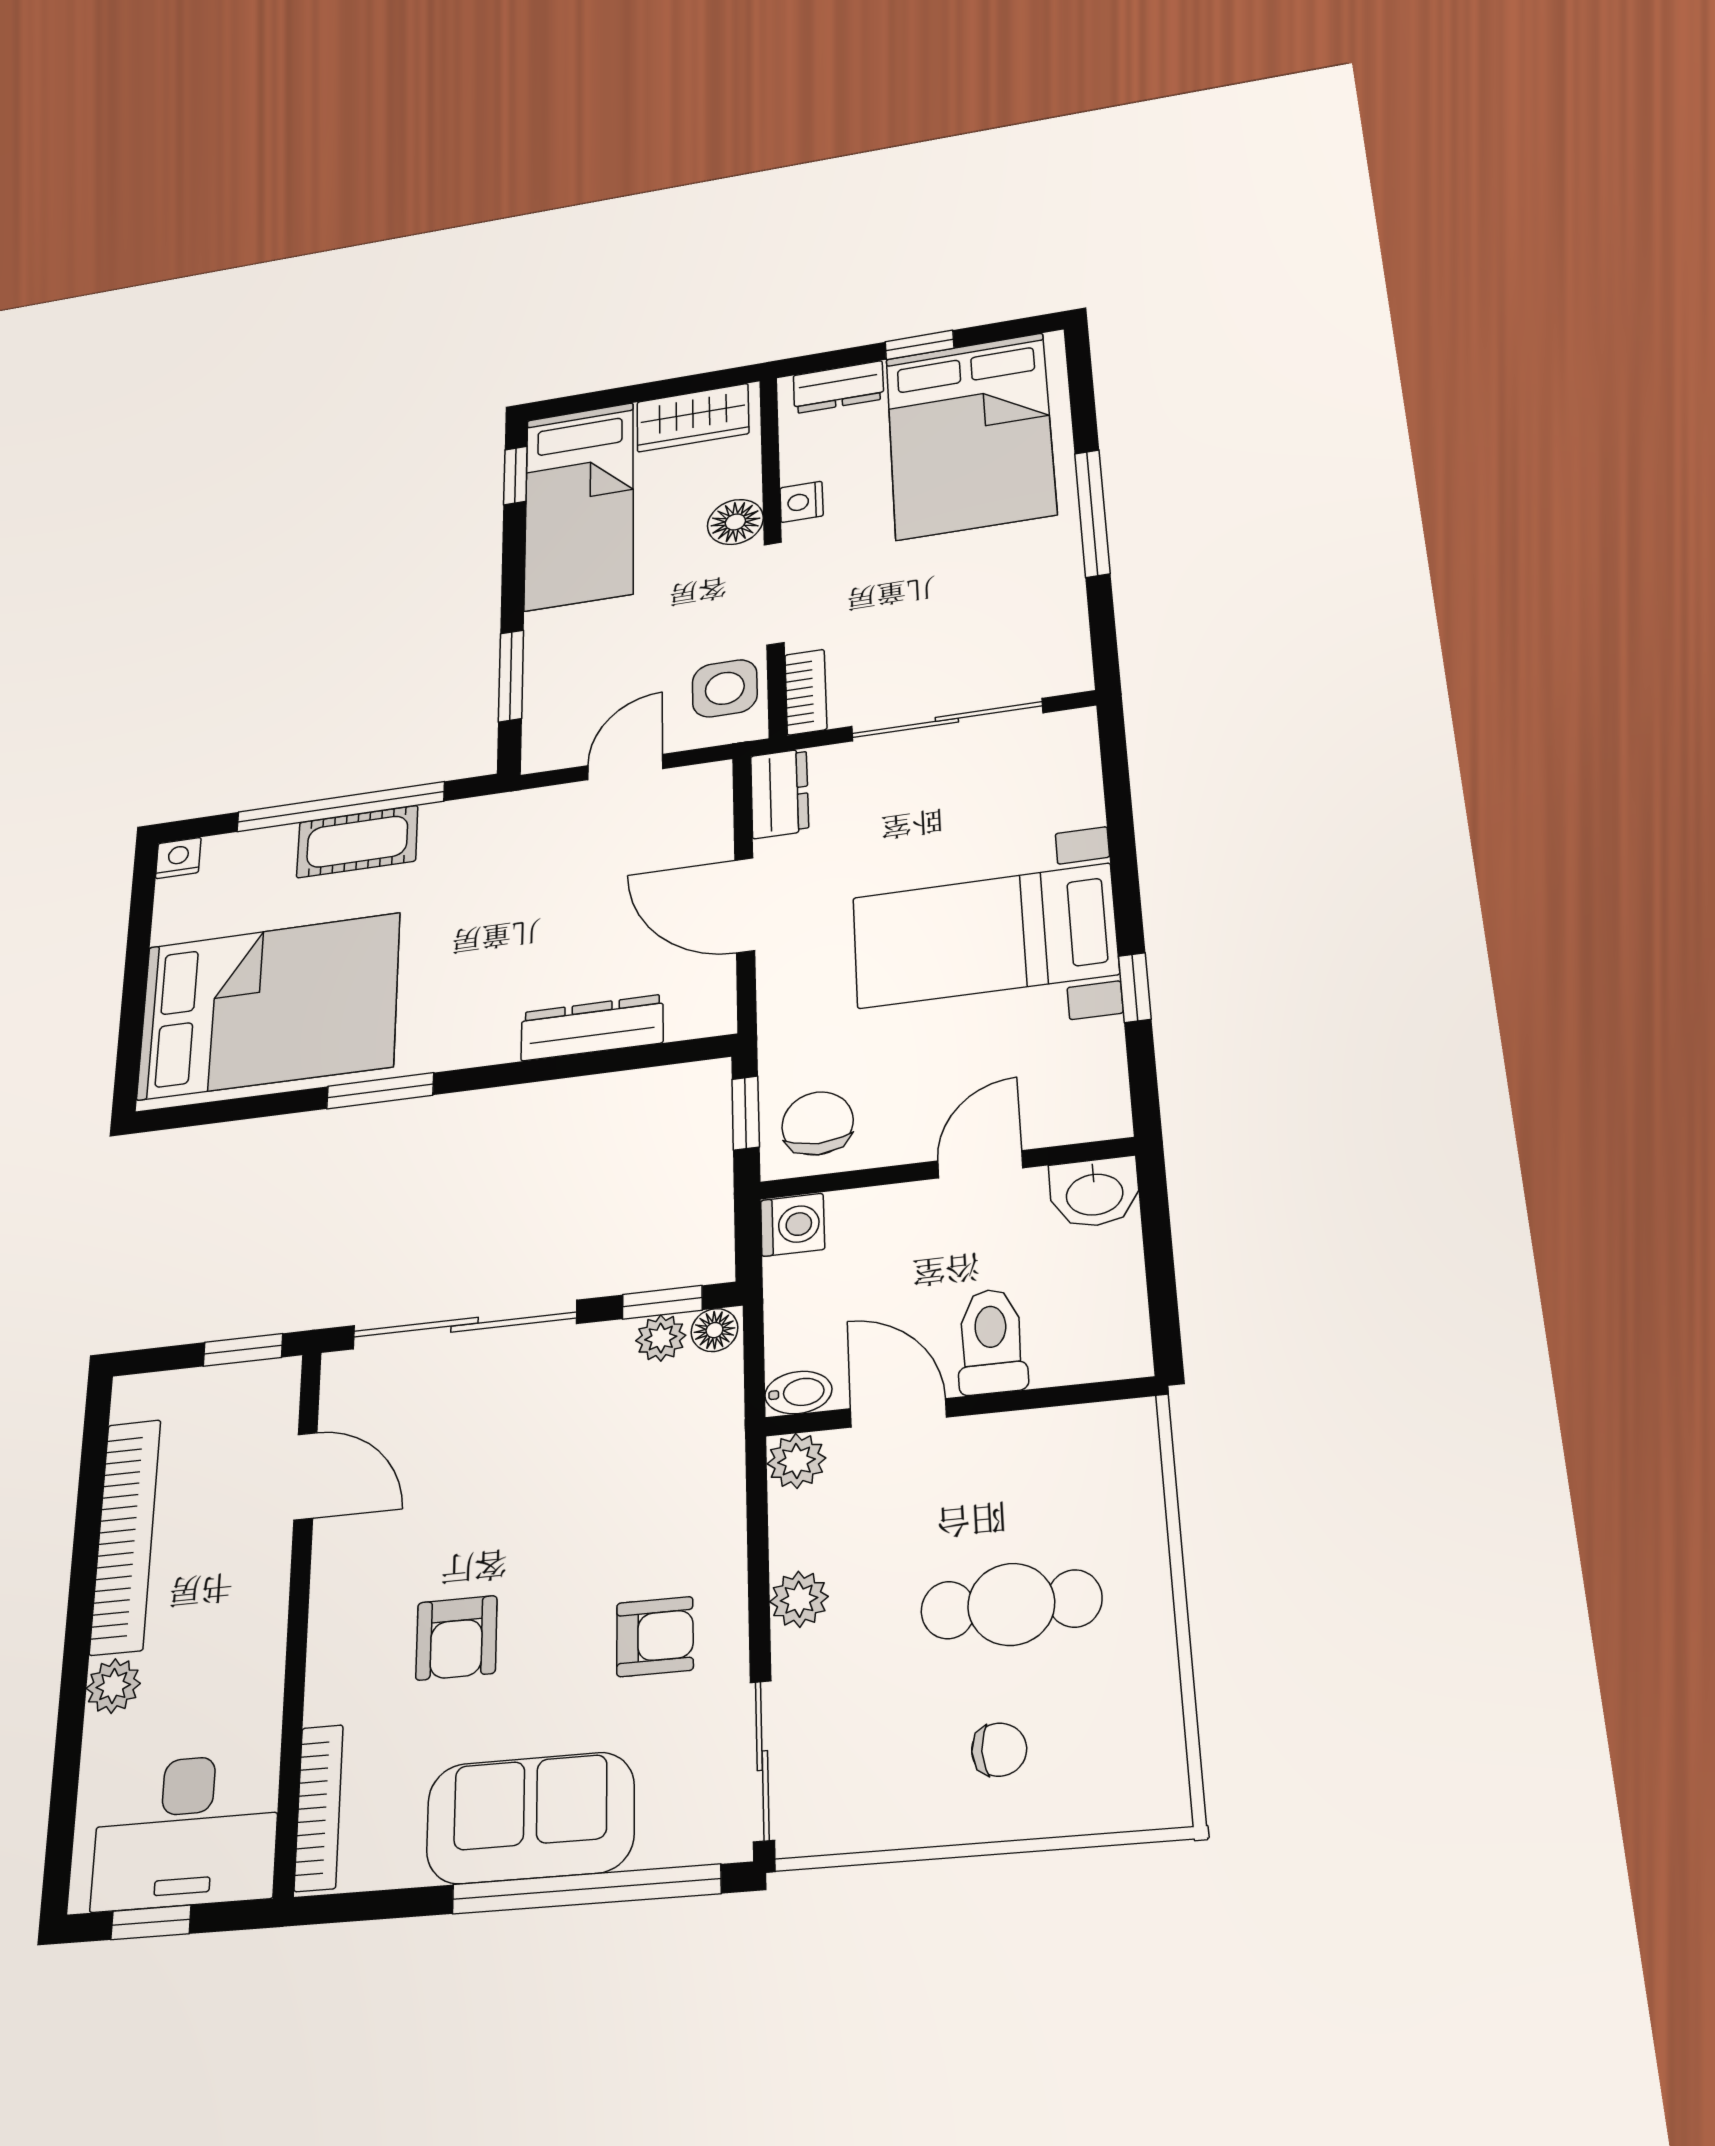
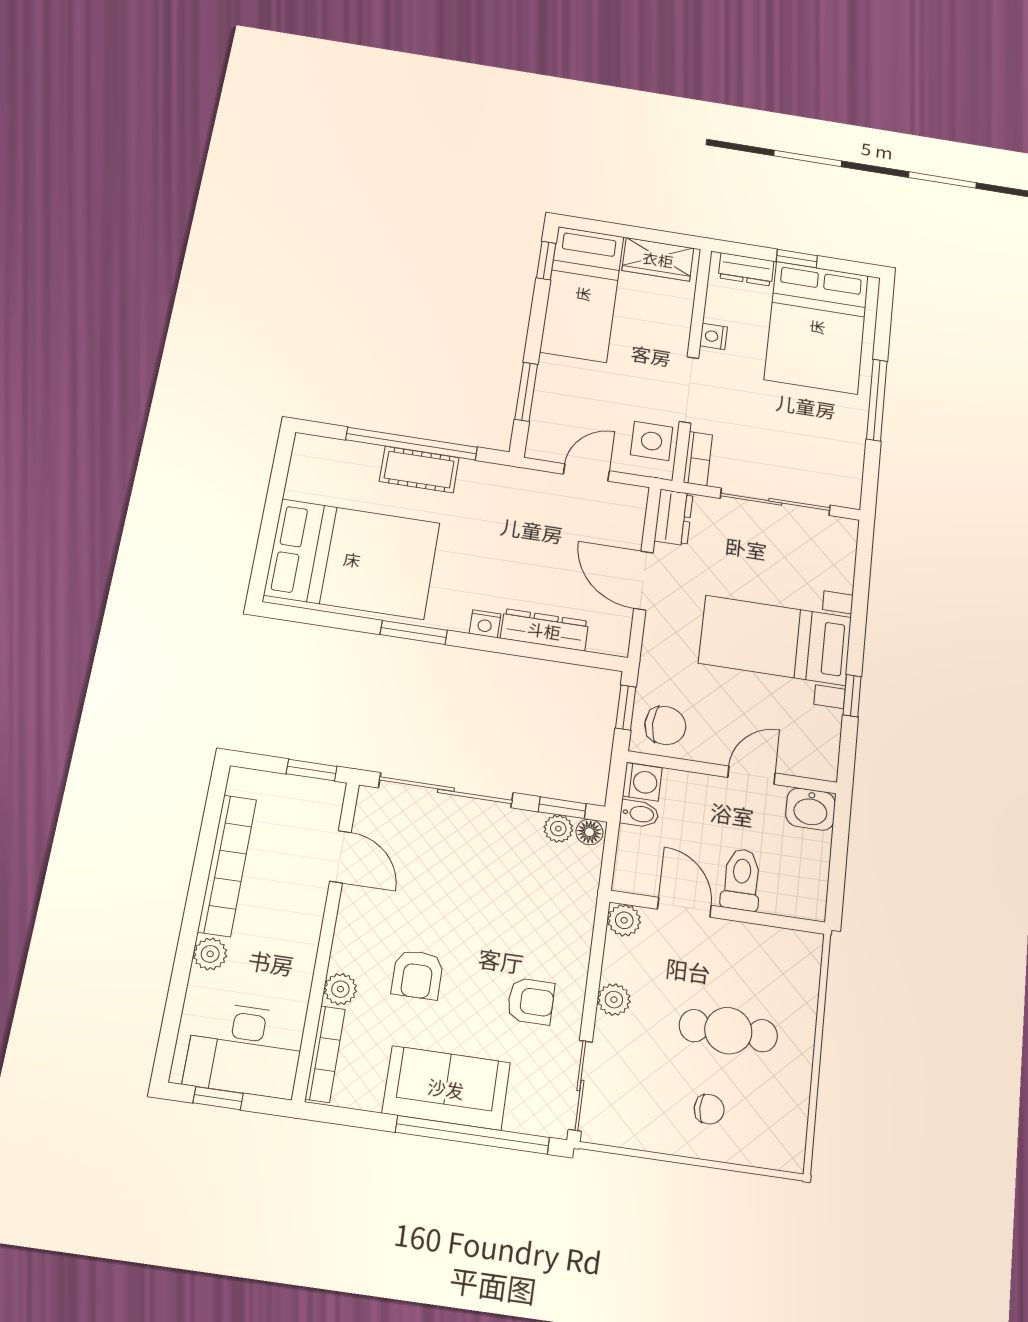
floor lamp: (735, 522) -> (673, 336), removed
nightstand: (178, 858) -> (485, 624), moved, turned 180
chair: (818, 1123) -> (665, 725), turned 90
bidet: (798, 1392) -> (639, 814), moved
plant: (331, 1693) -> (340, 989), added

